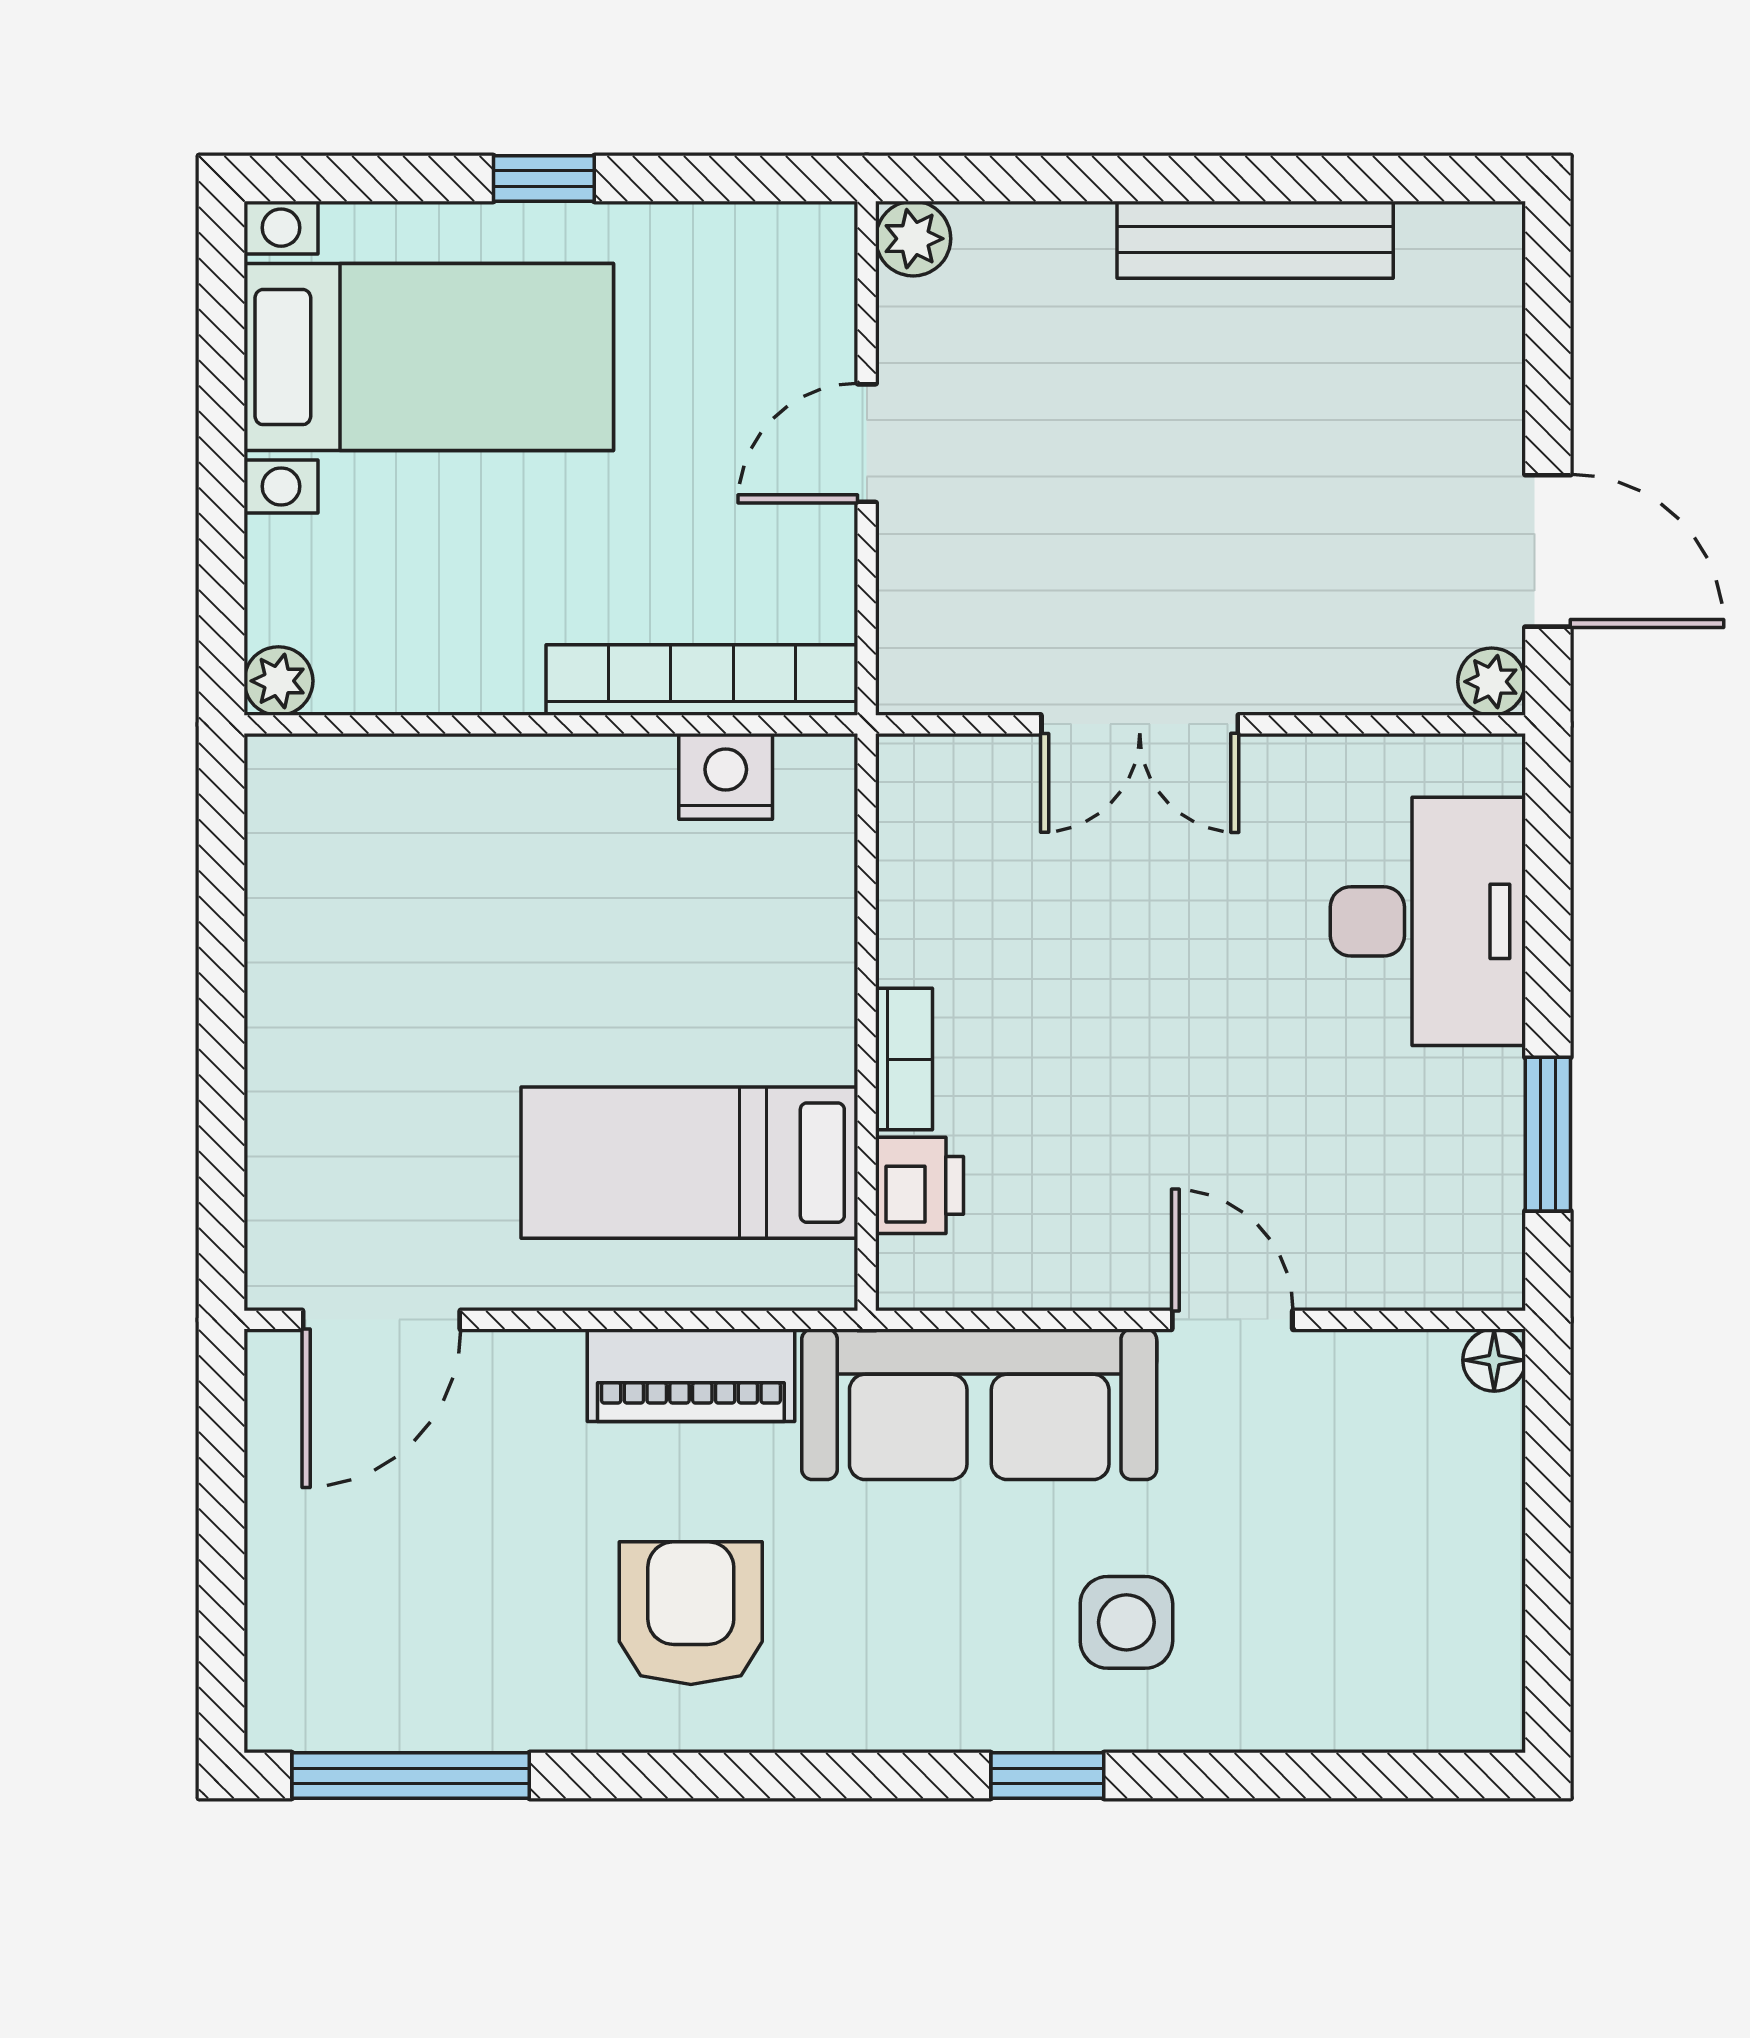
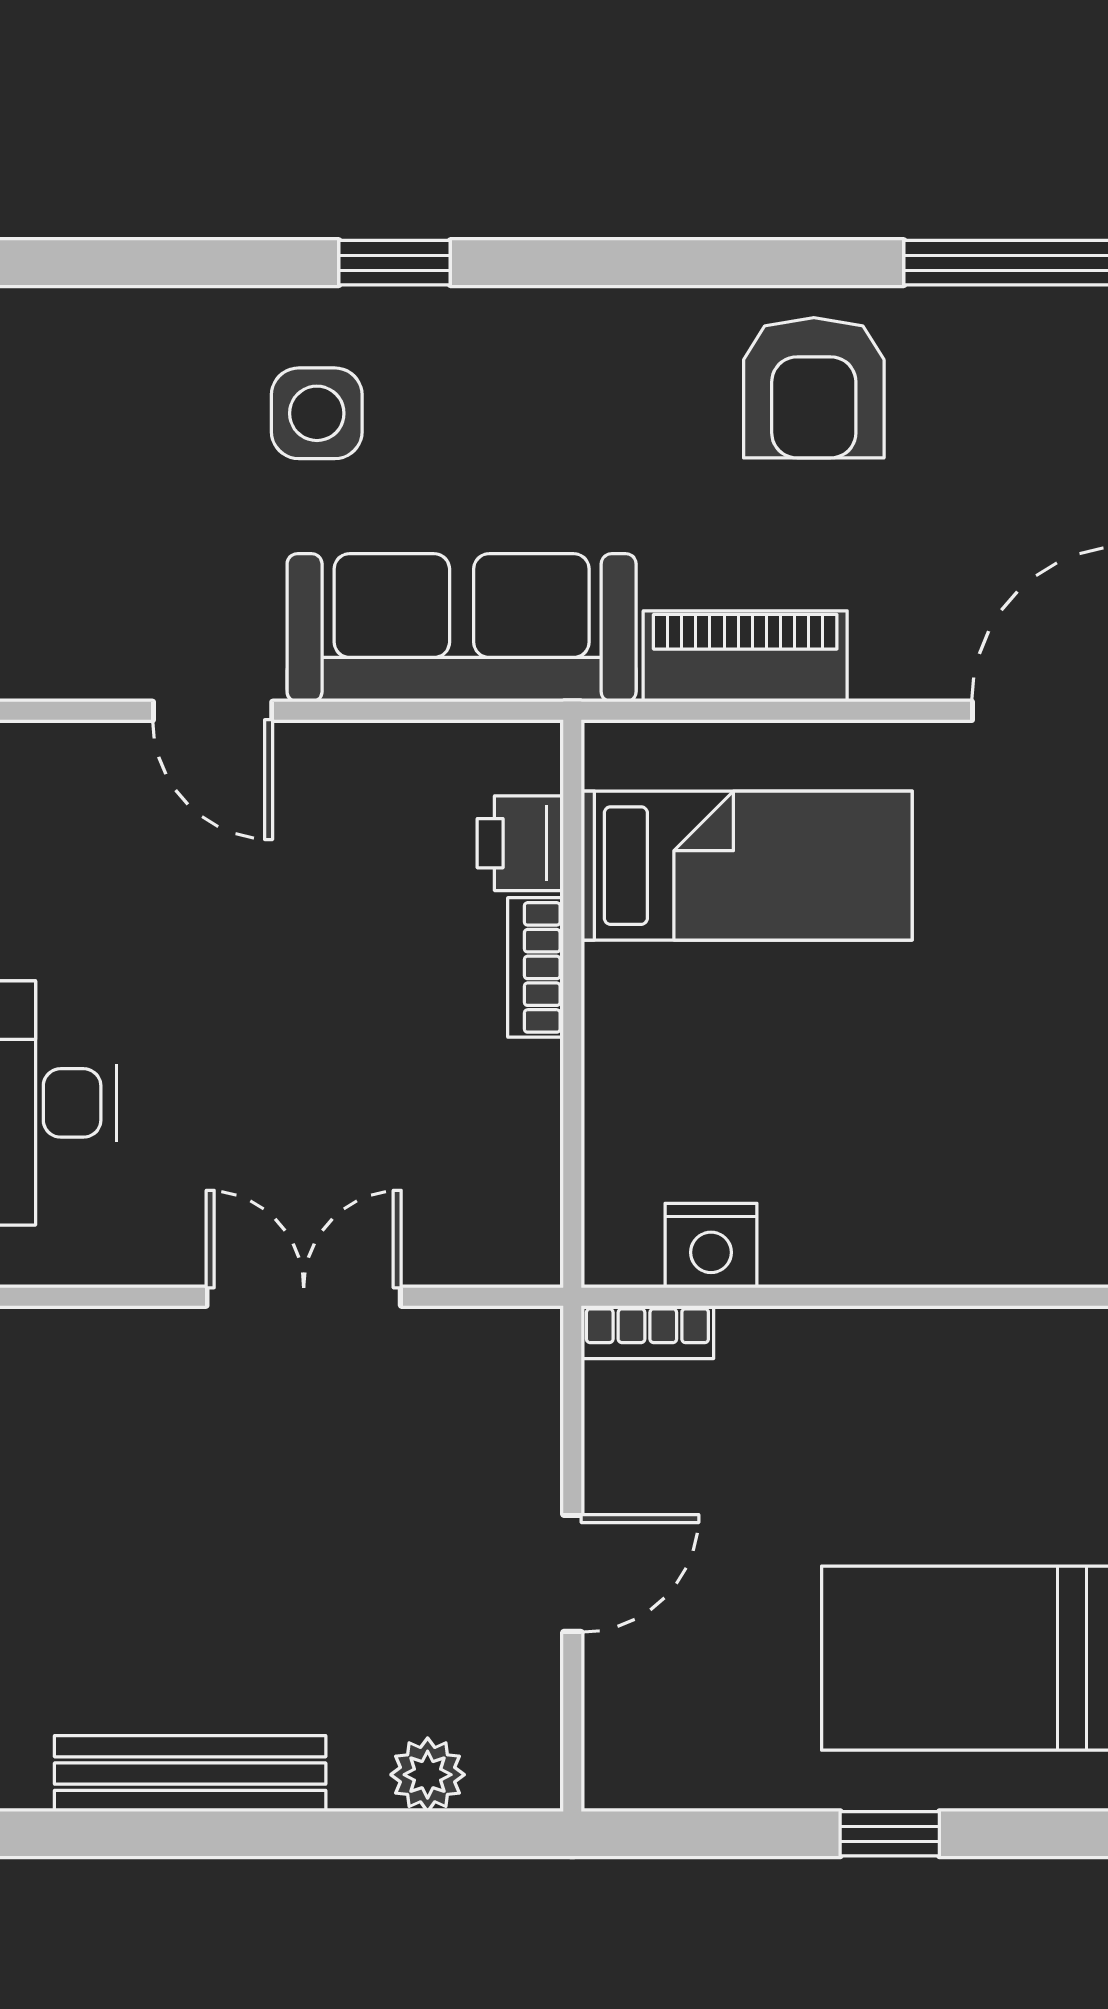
plant: (913, 239) -> (428, 1775), moved
bookcase: (702, 680) -> (647, 1332), width x0.43, depth x0.76
armchair: (691, 1613) -> (814, 388), moved

